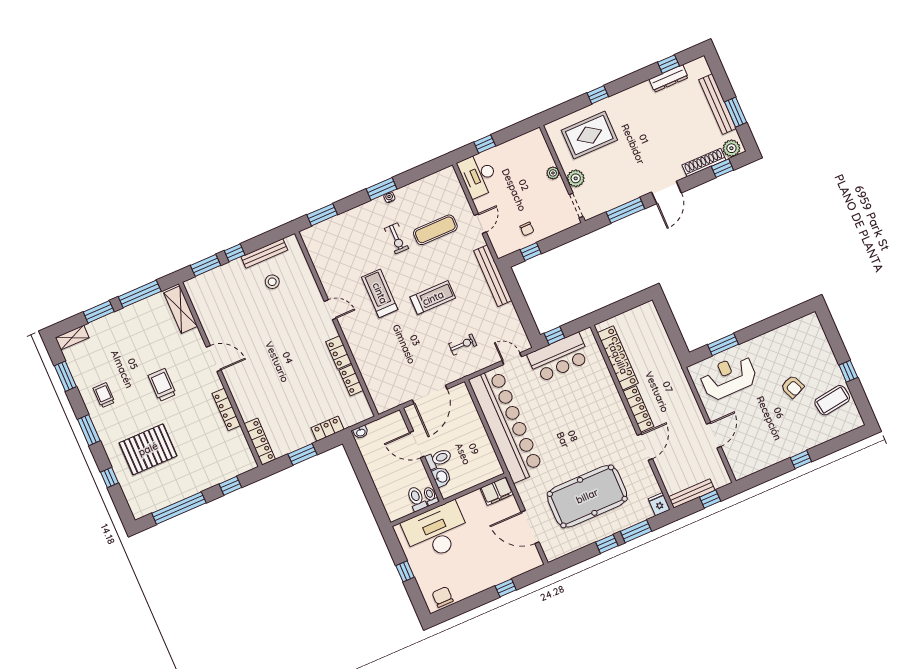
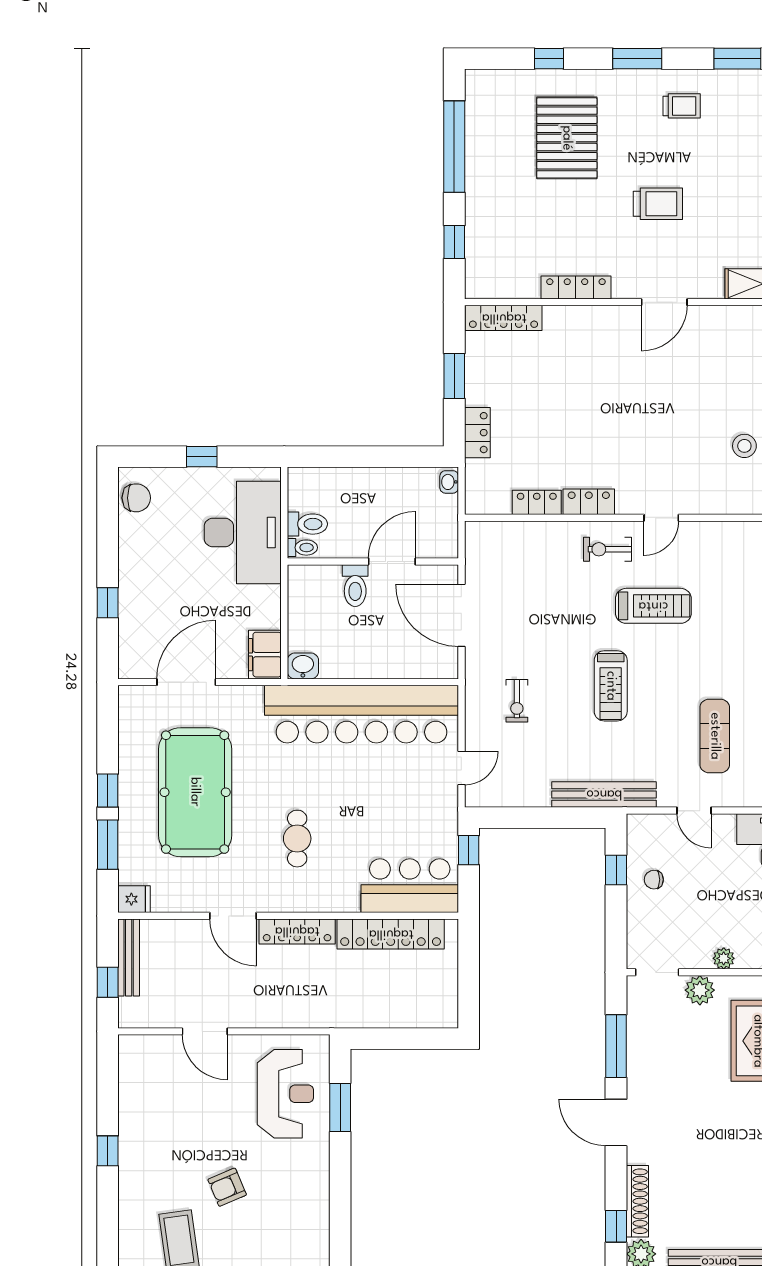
exercise bike: (397, 238) -> (607, 549), moved
bar counter: (559, 358) -> (410, 886), moved, turned 90
cafe table: (588, 431) -> (297, 839), added
washbasin: (441, 477) -> (303, 666), moved, turned 180

